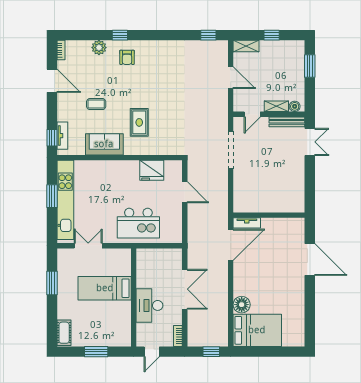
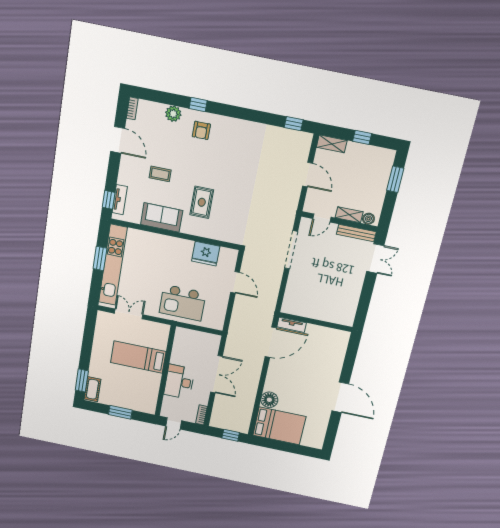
door: (310, 260) -> (340, 397), moved
window: (52, 283) -> (82, 381), moved

